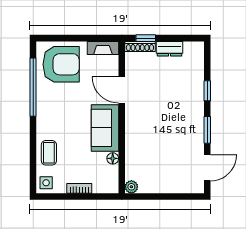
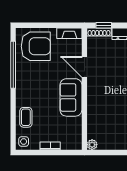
floor lamp: (113, 158) -> (77, 122), removed

